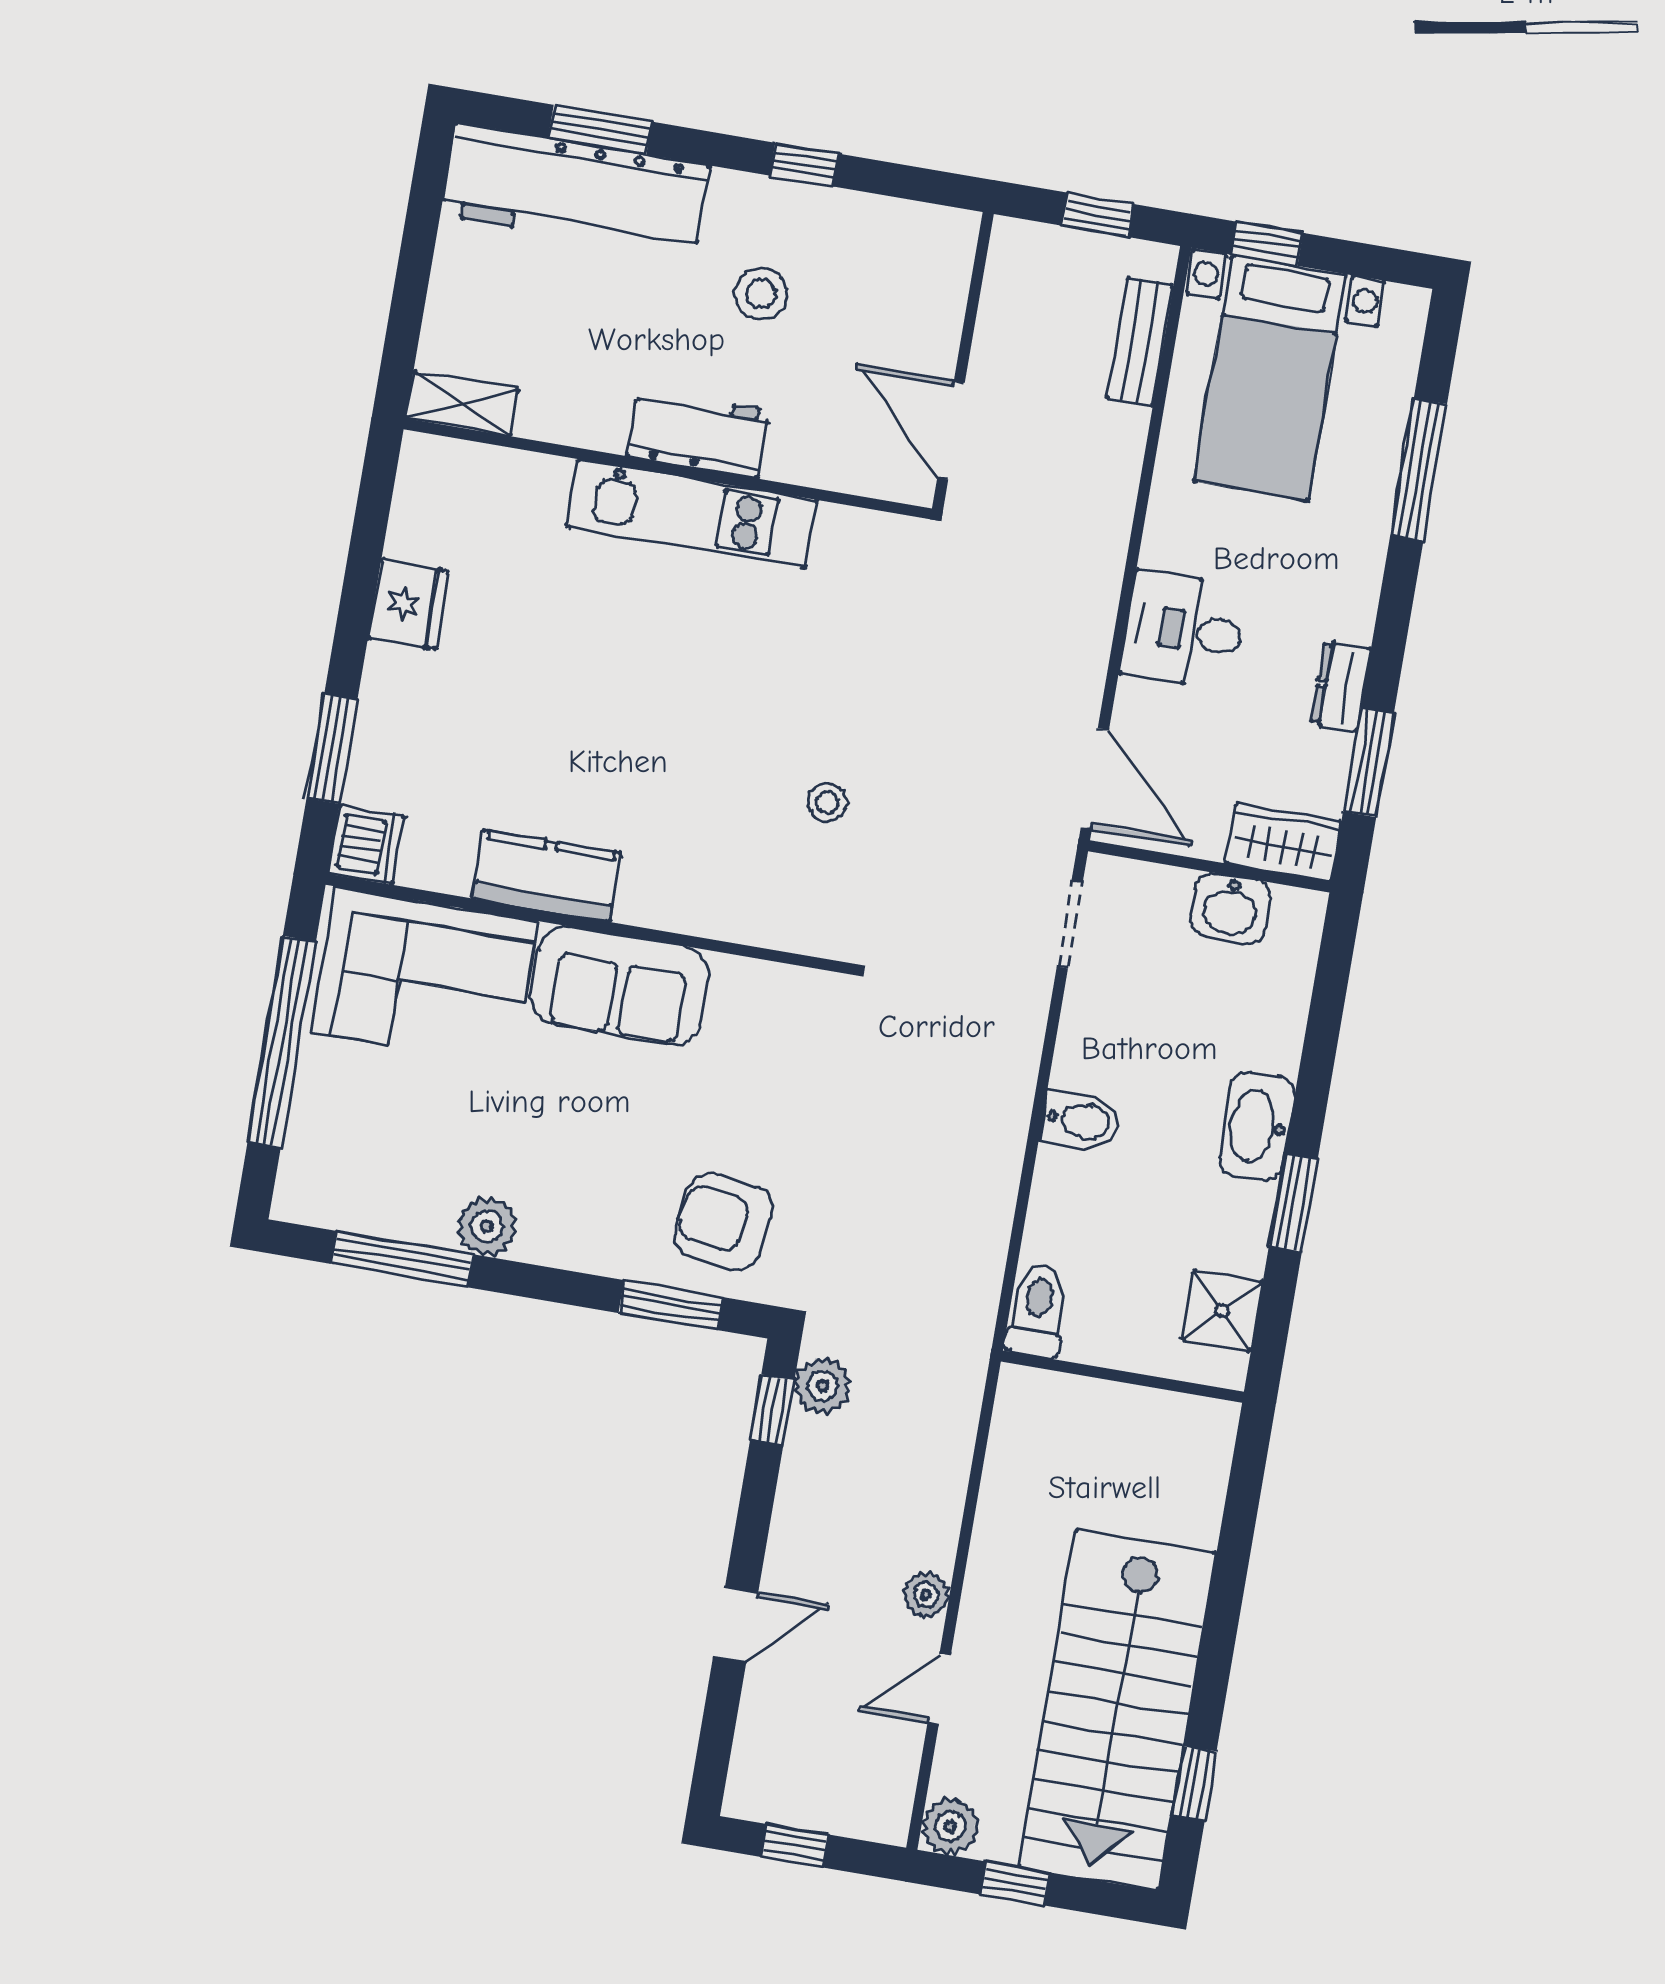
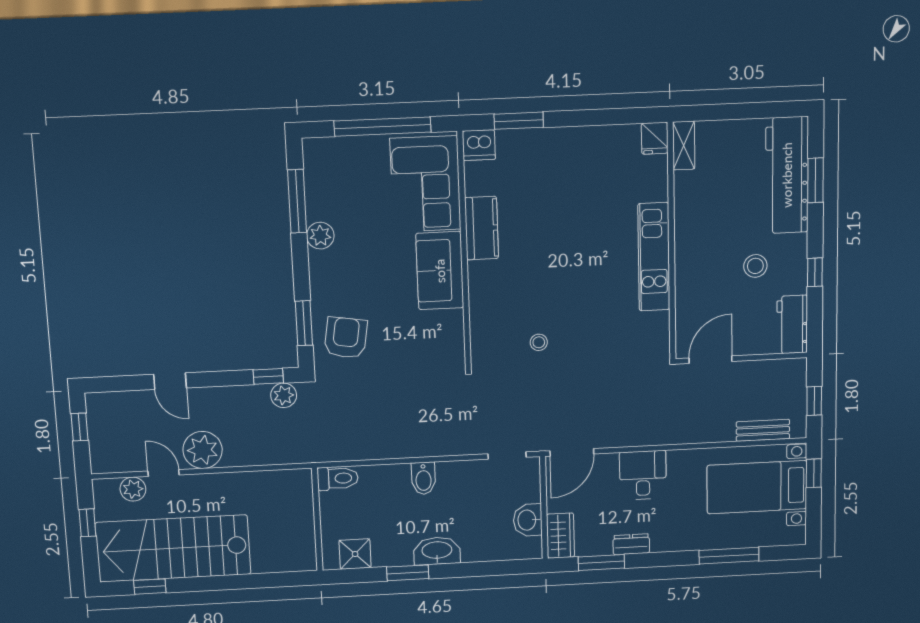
workbench: (698, 433) -> (792, 324), moved, turned 180
fridge: (408, 605) -> (655, 138), moved, width x0.72
plant: (926, 1595) -> (203, 450), width x1.87, depth x1.87
plant: (950, 1826) -> (133, 489), moved

